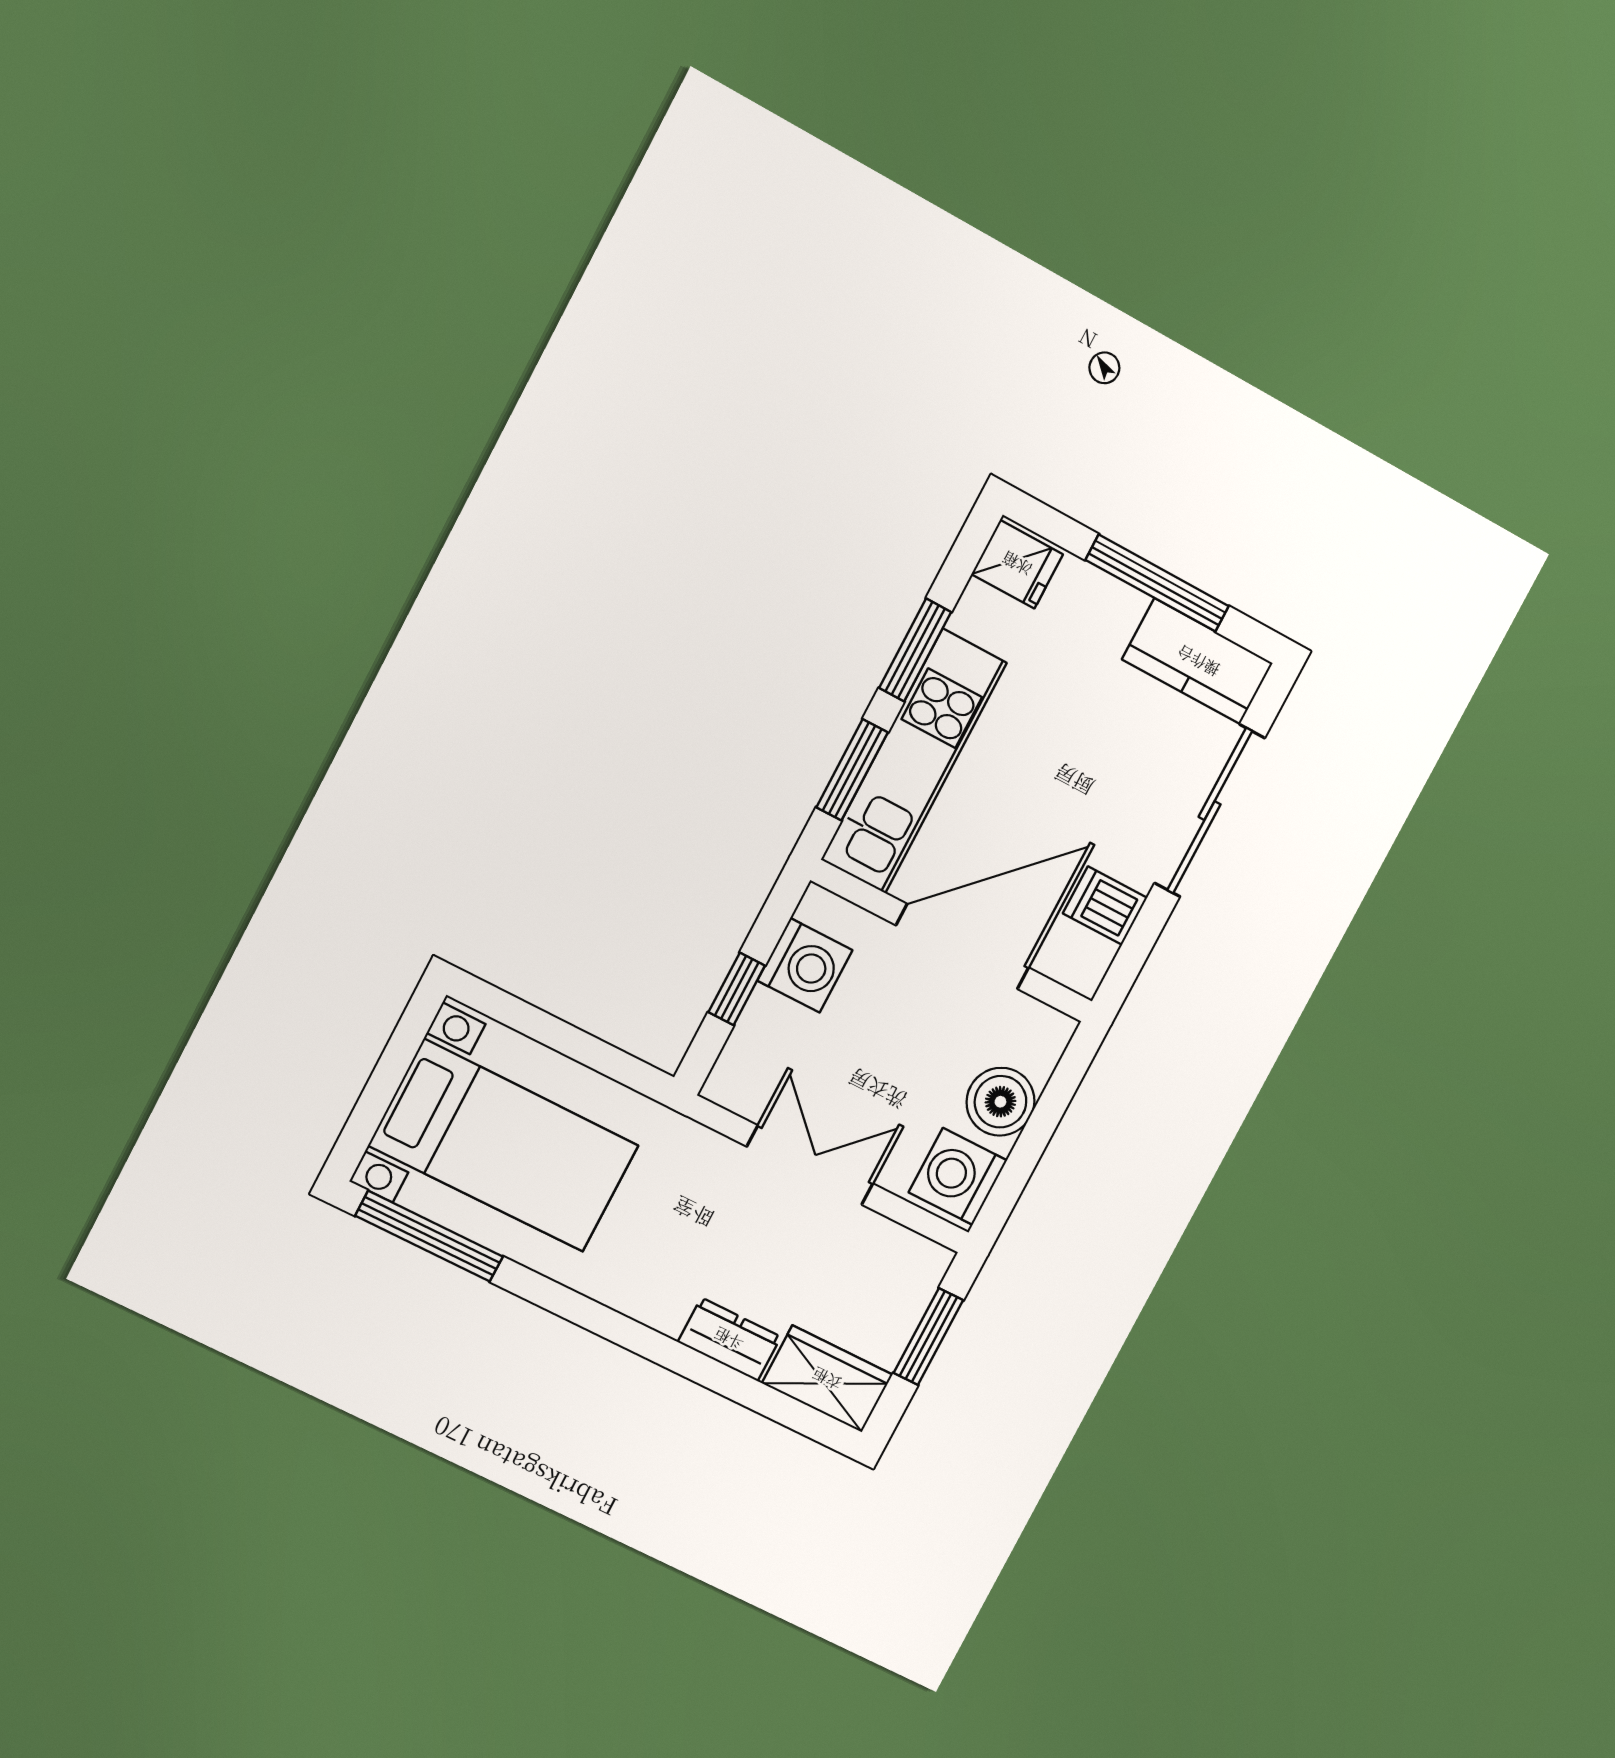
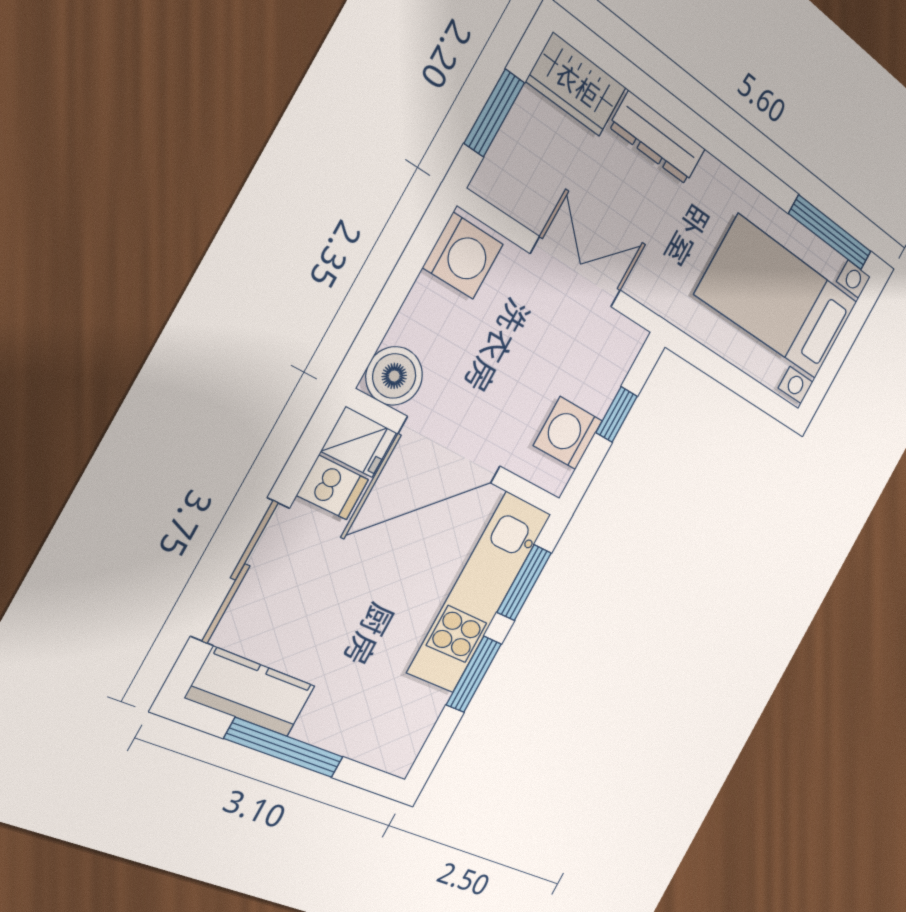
fridge: (1017, 564) -> (359, 442), moved, turned 180
boiler: (1000, 1102) -> (394, 376), moved
double door: (810, 1165) -> (576, 272), swing flipped
dresser: (729, 1339) -> (658, 138), width x1.44

